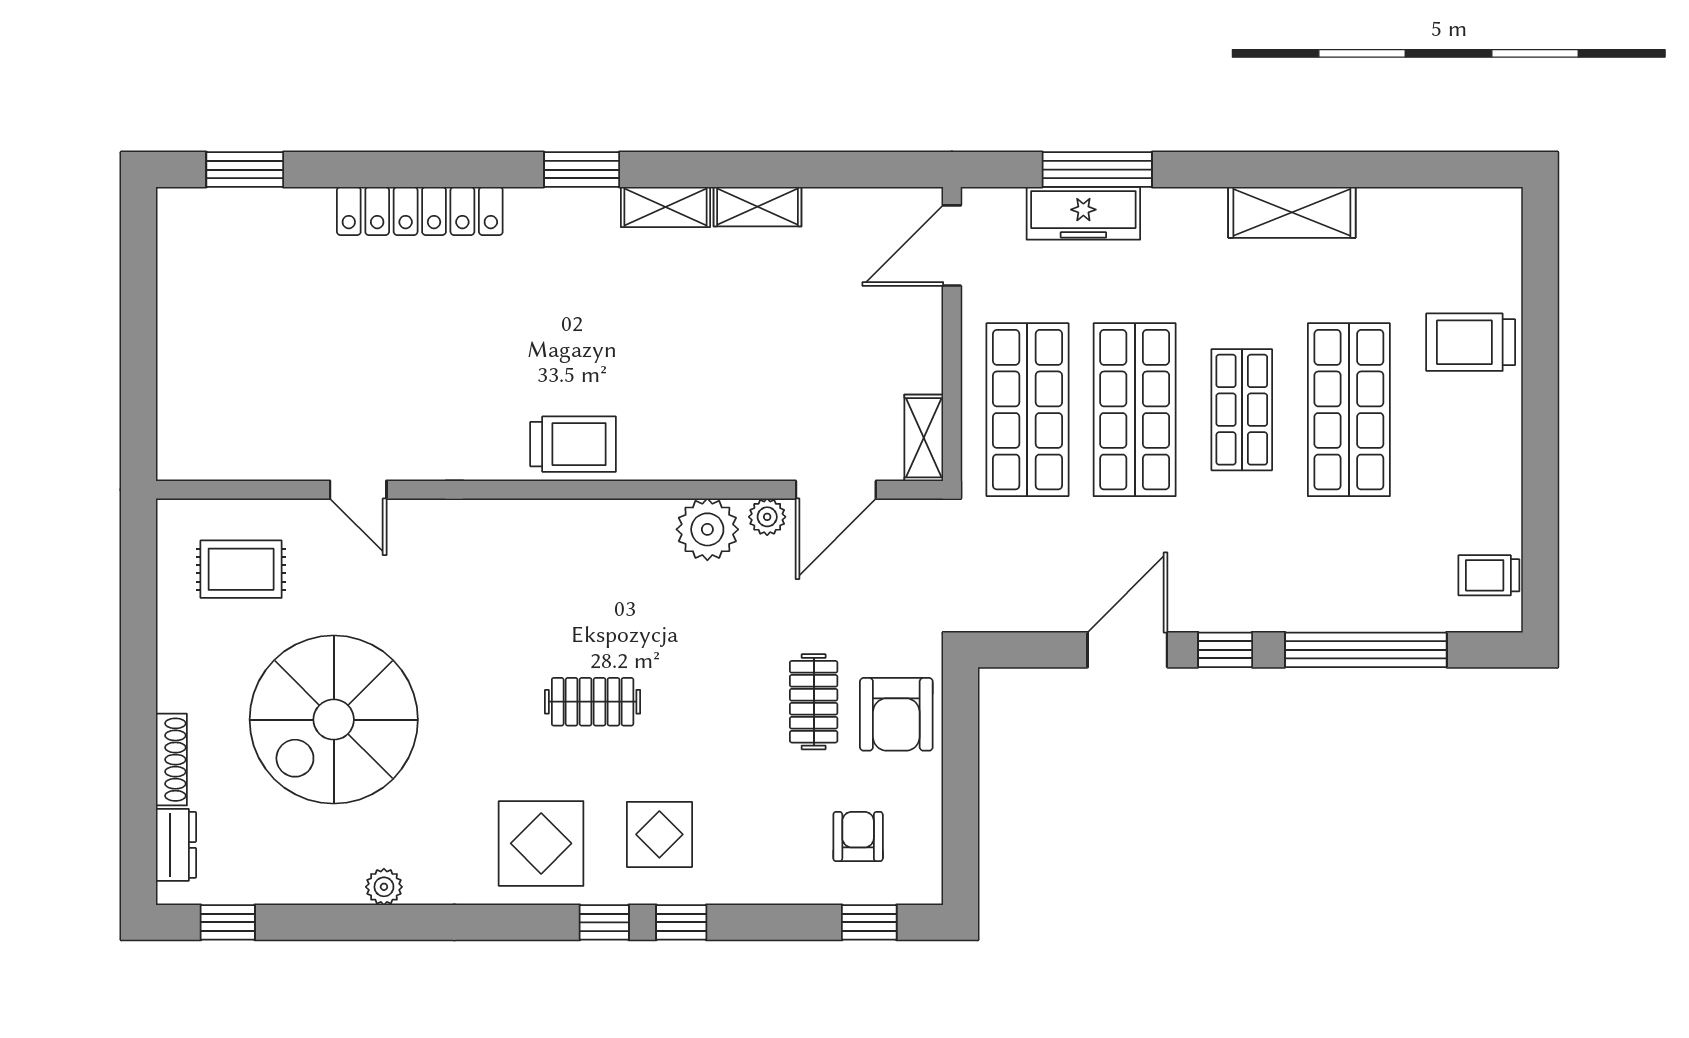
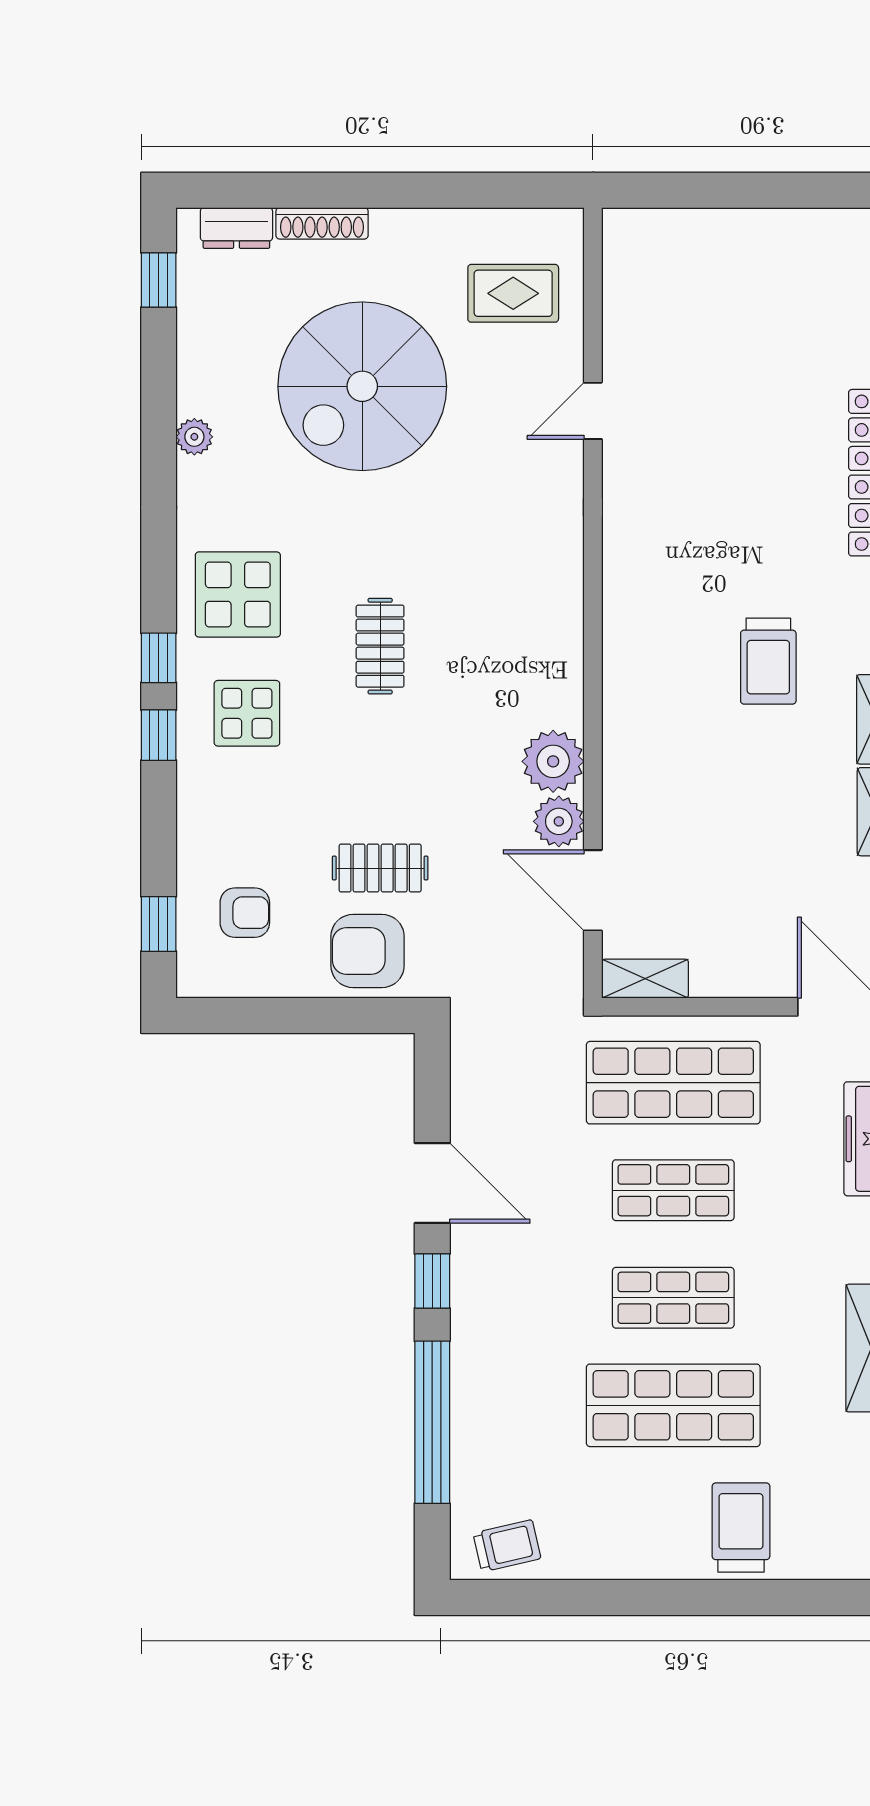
shop shelf: (1135, 410) -> (673, 1190), width x0.70, depth x0.74
trolley: (573, 444) -> (768, 661), moved
plant: (767, 517) -> (559, 821), width x1.38, depth x1.38
rug: (241, 569) -> (513, 293), turned 90
trolley: (1489, 575) -> (507, 1546), turned 77
spiral stairs: (334, 720) -> (362, 386), turned -90

